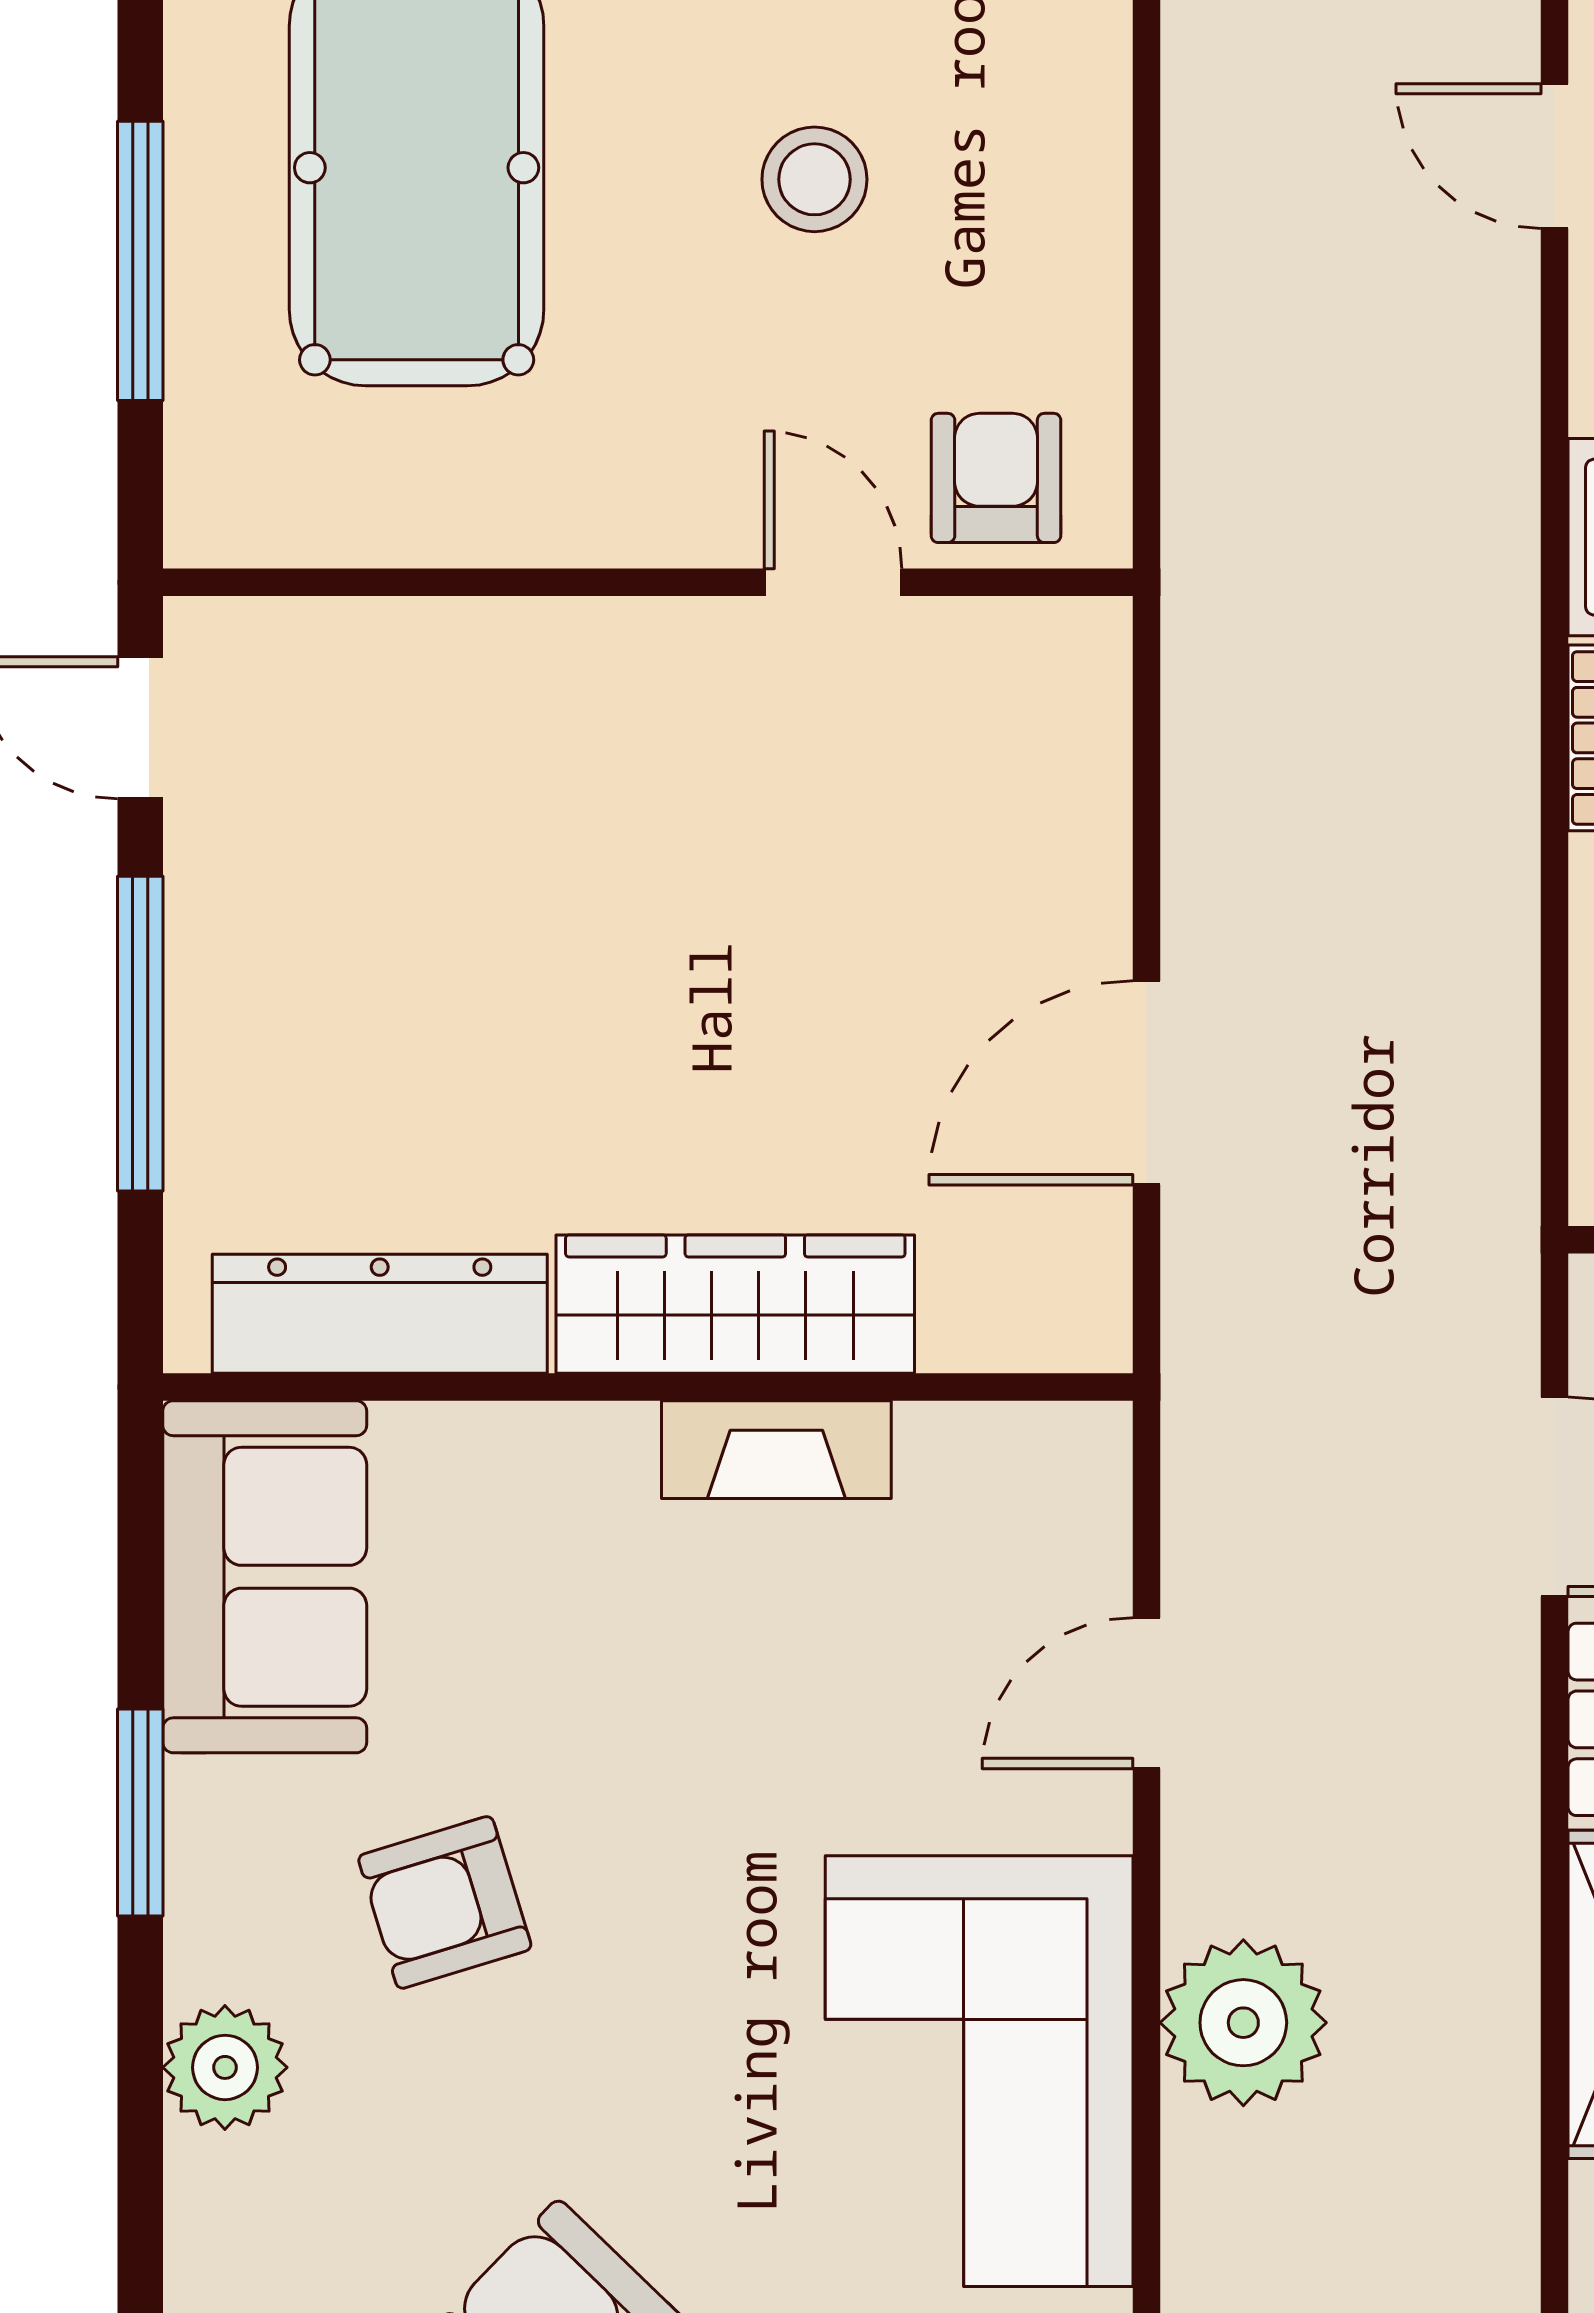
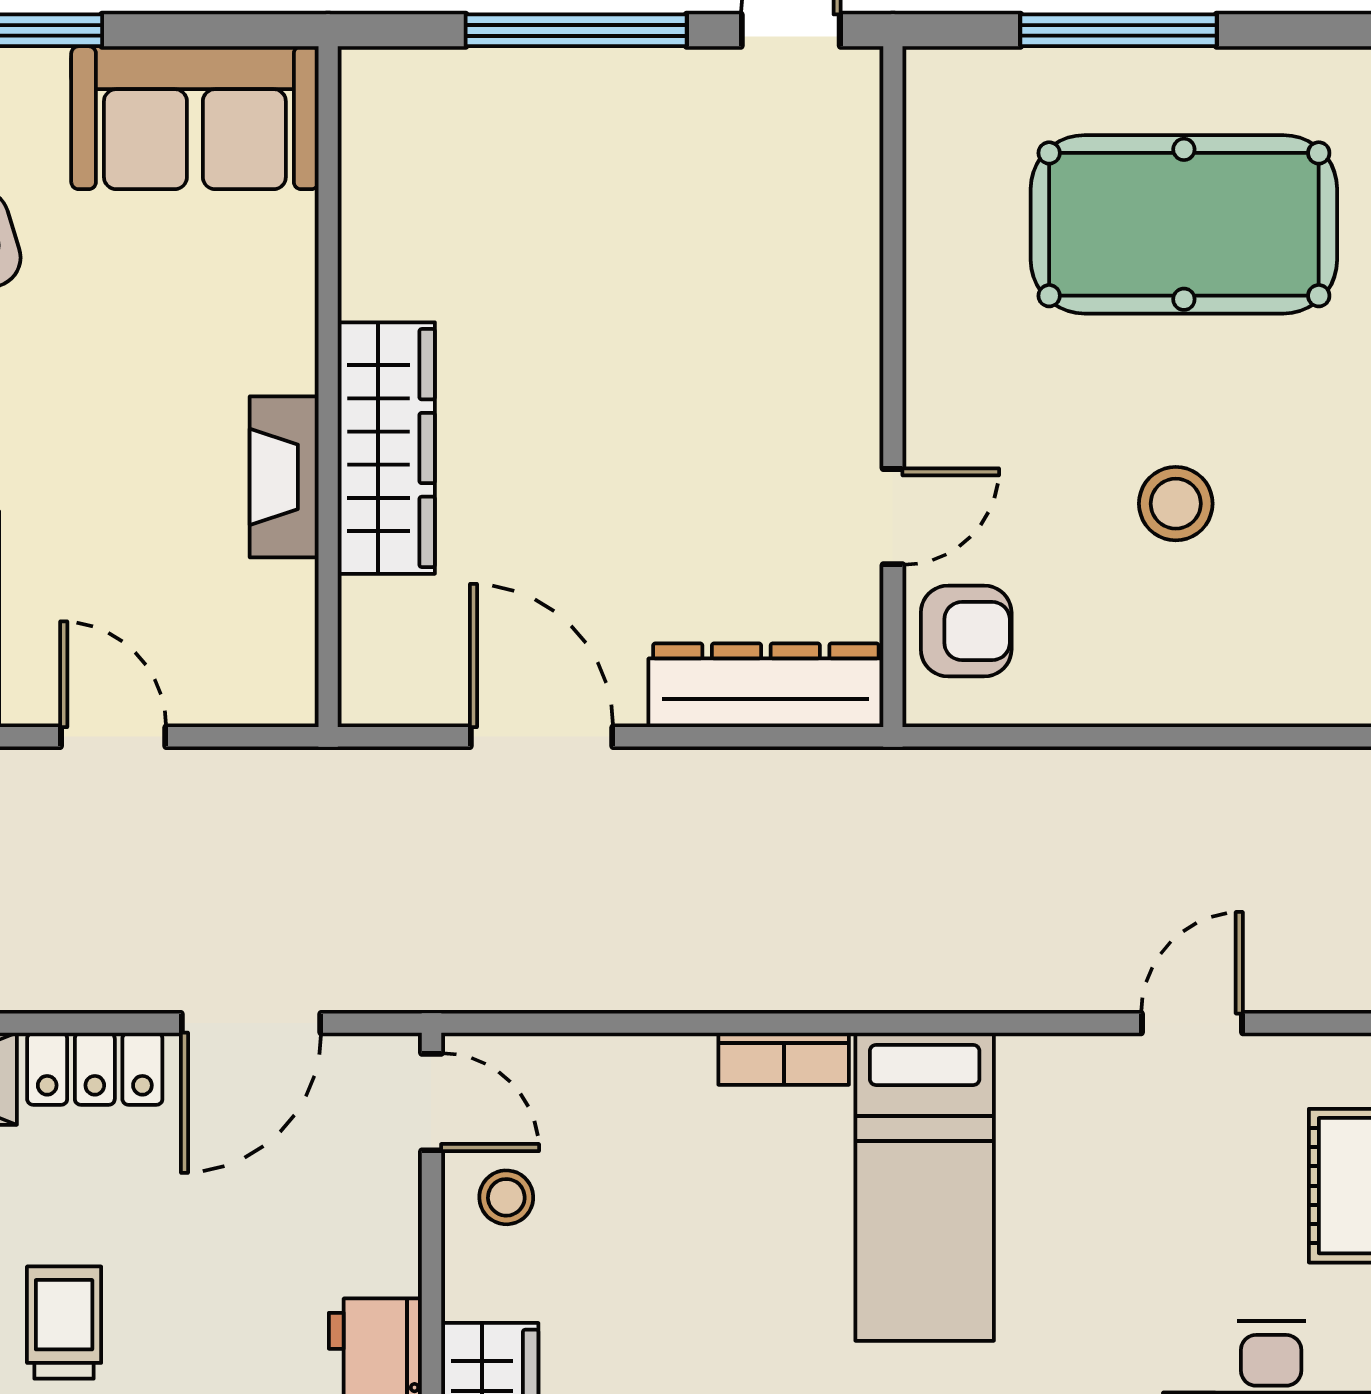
dresser: (380, 1314) -> (766, 685), moved, turned -90

